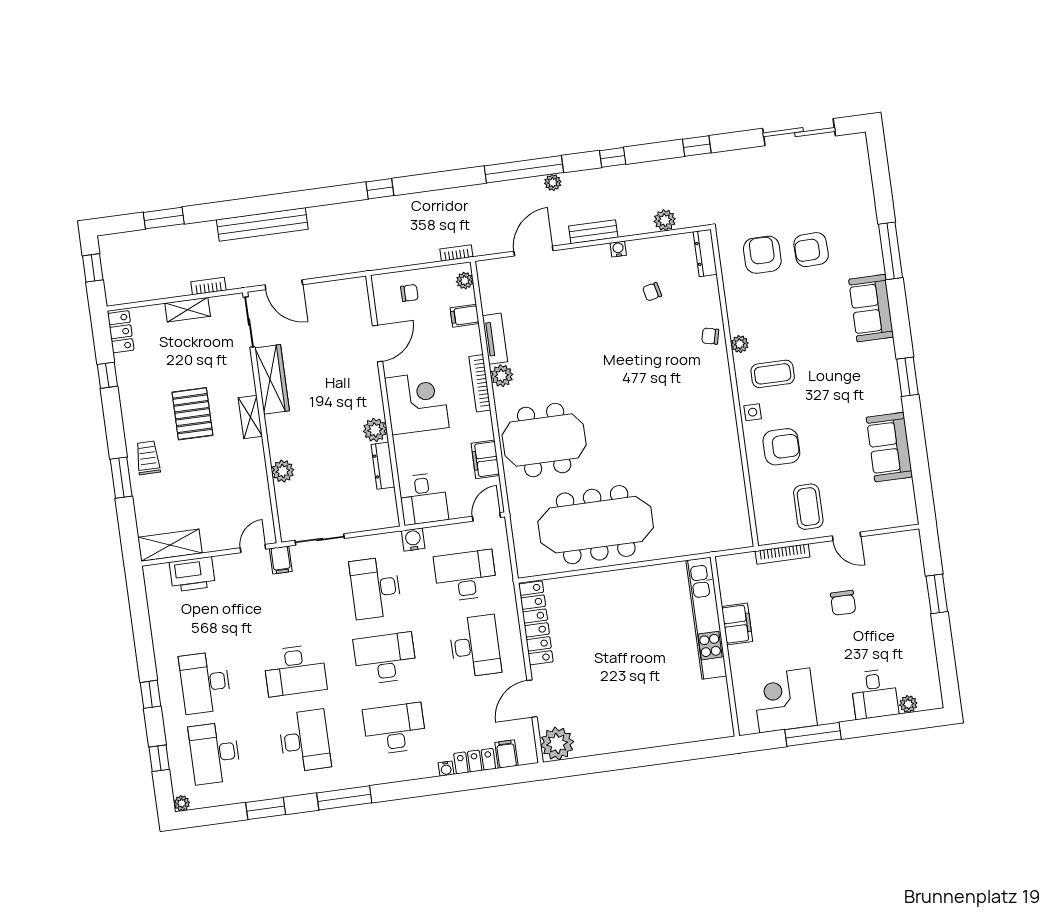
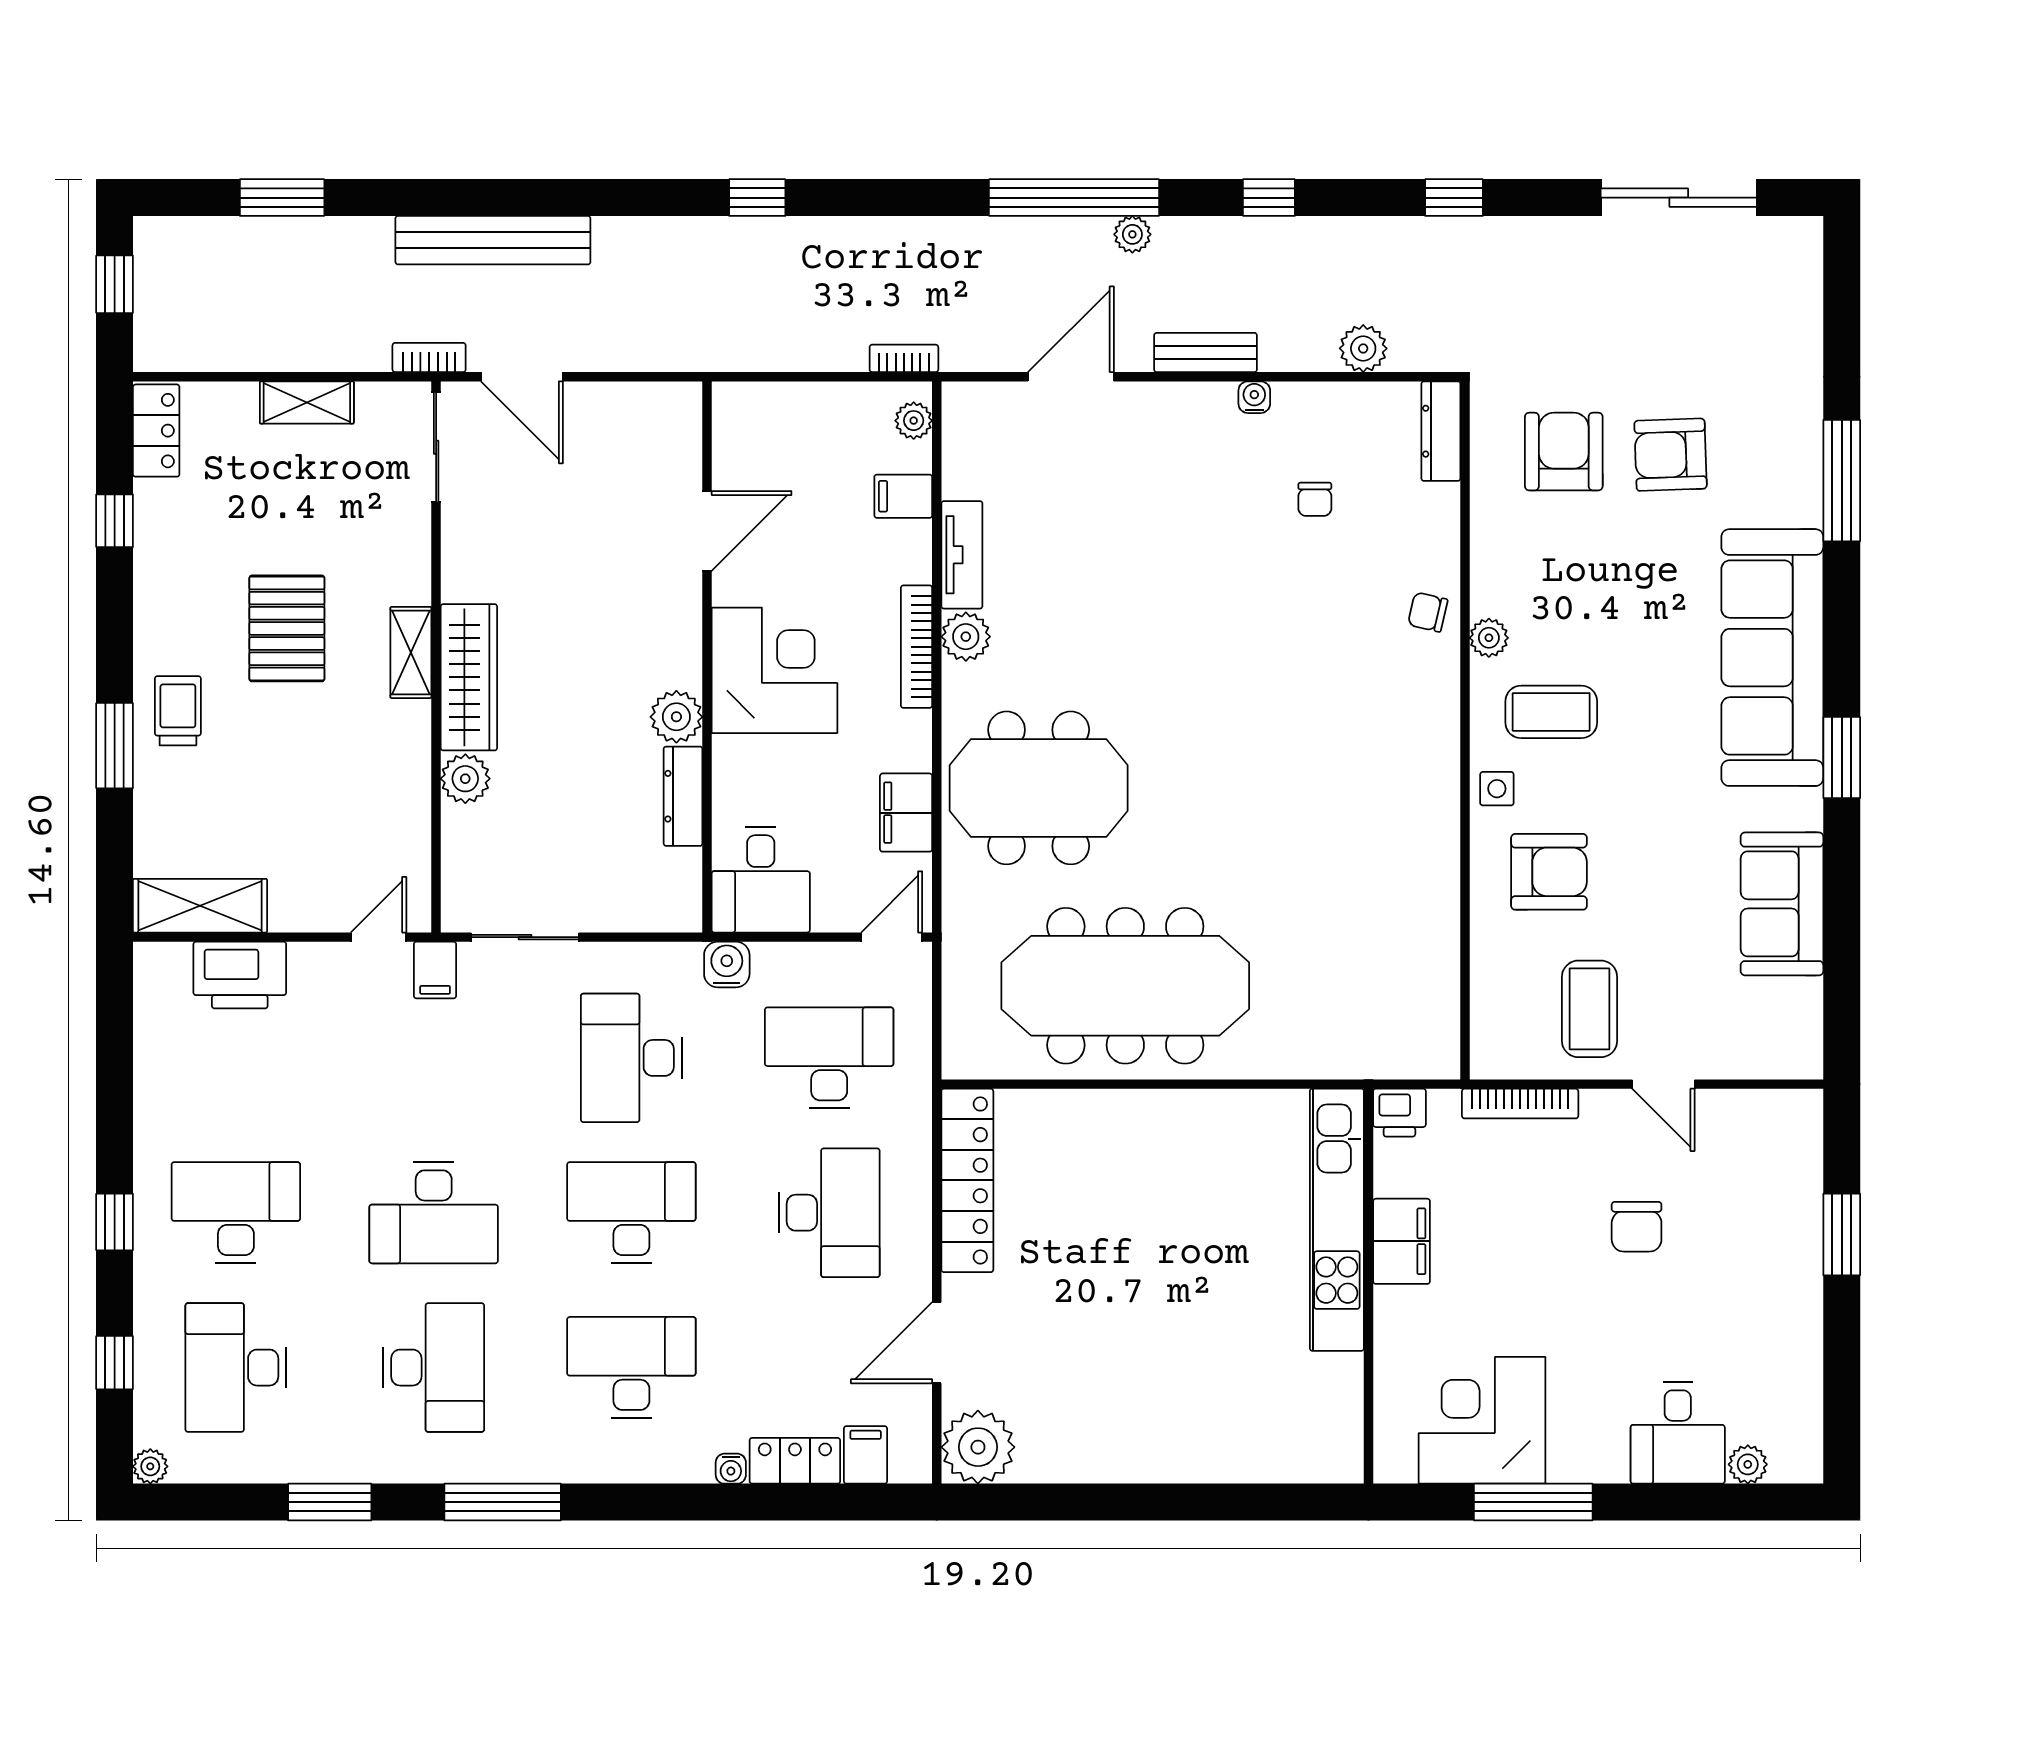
bookcase: (208, 286) -> (429, 357), moved
chair: (652, 292) -> (1315, 499), turned -77
chair: (409, 293) -> (791, 431), removed
sofa: (871, 308) -> (1772, 658), width x1.85, depth x1.27
wardrobe: (272, 379) -> (469, 677), moved
printer: (728, 566) -> (1399, 1113), added
desk: (205, 683) -> (236, 1213), turned 90

